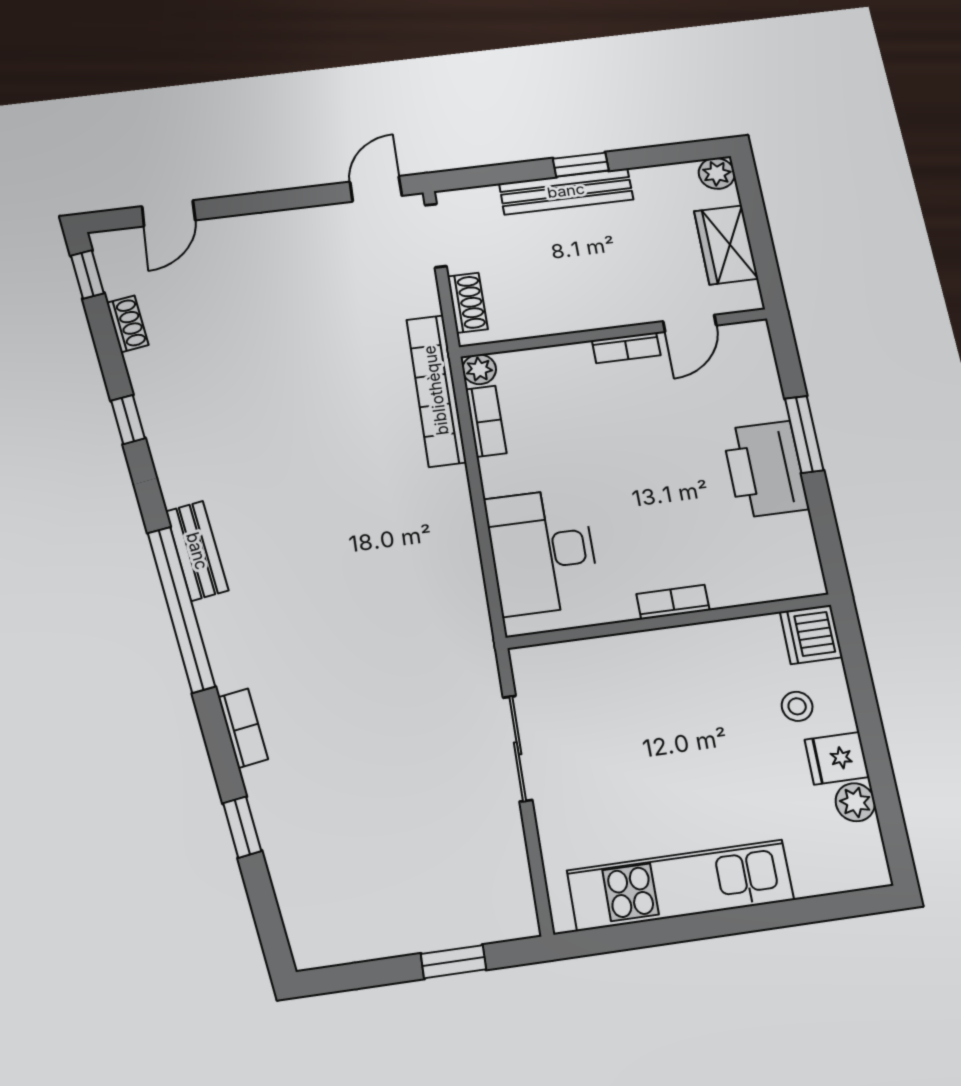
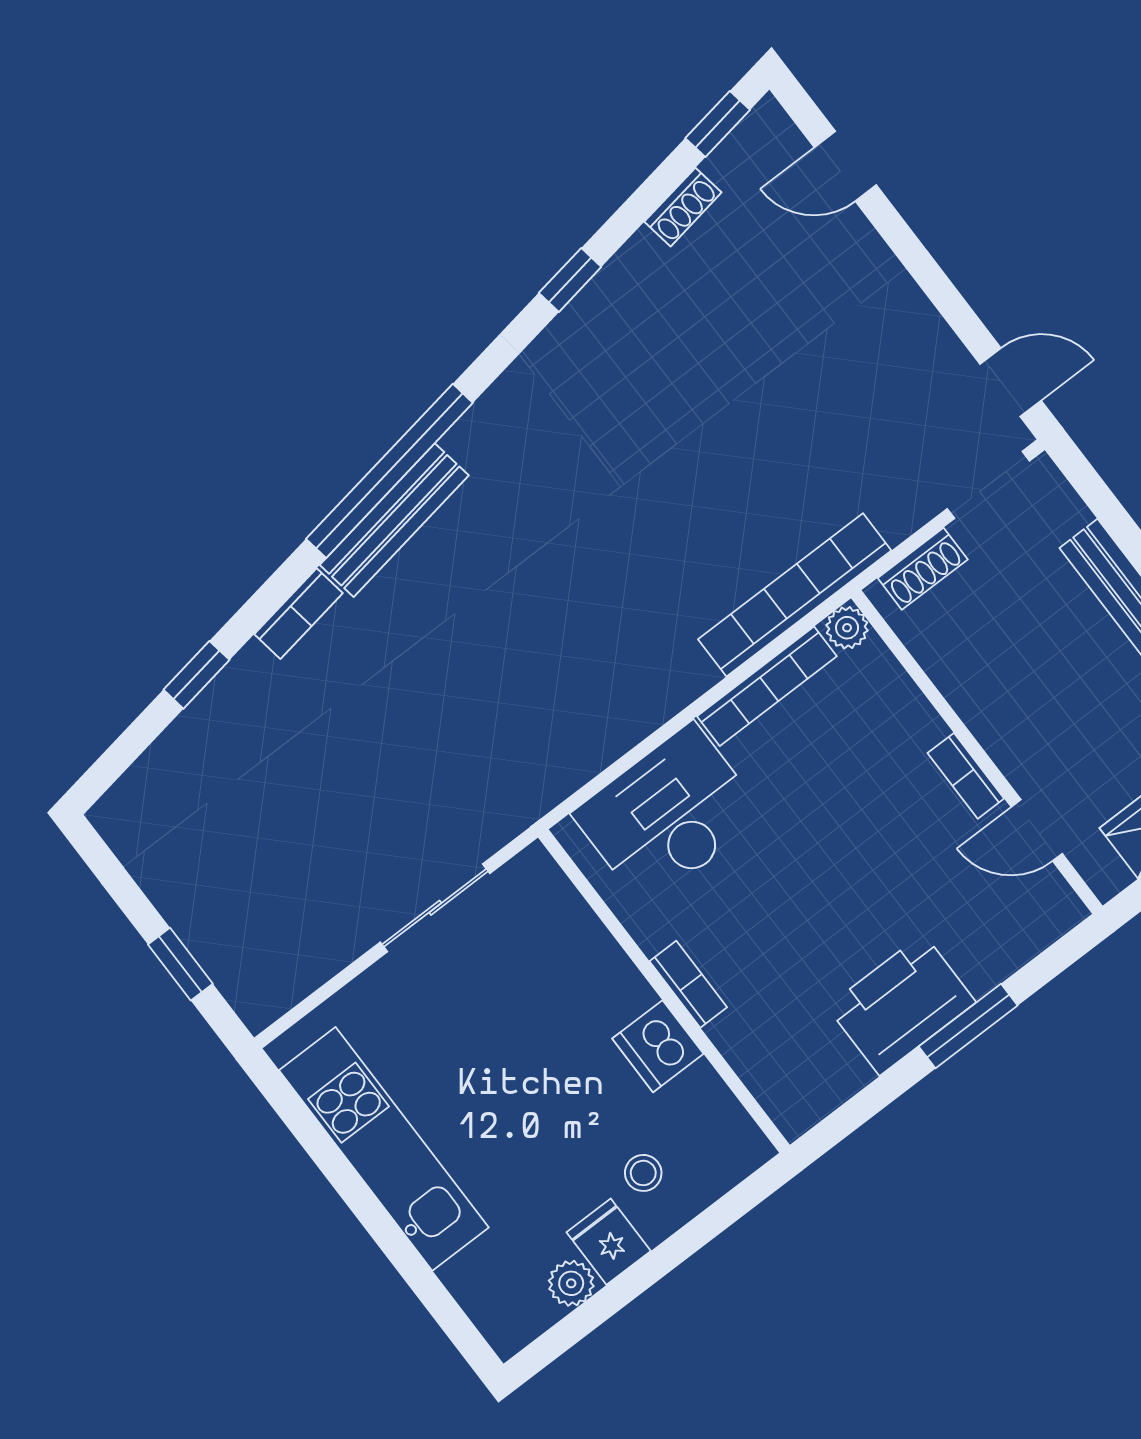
bookcase: (486, 421) -> (767, 686), width x1.56
bench: (197, 551) -> (394, 520), moved, width x1.36
dishwasher: (811, 634) -> (658, 1046), moved, turned -90

